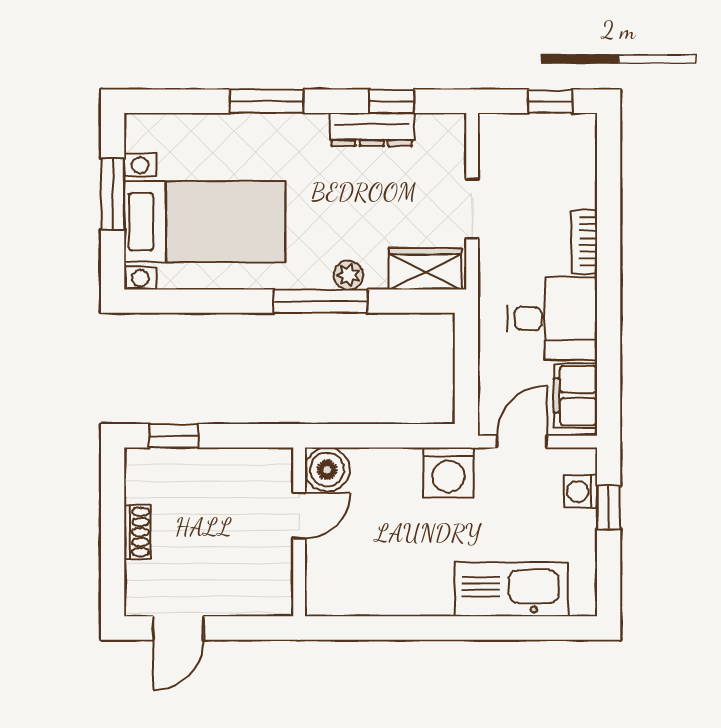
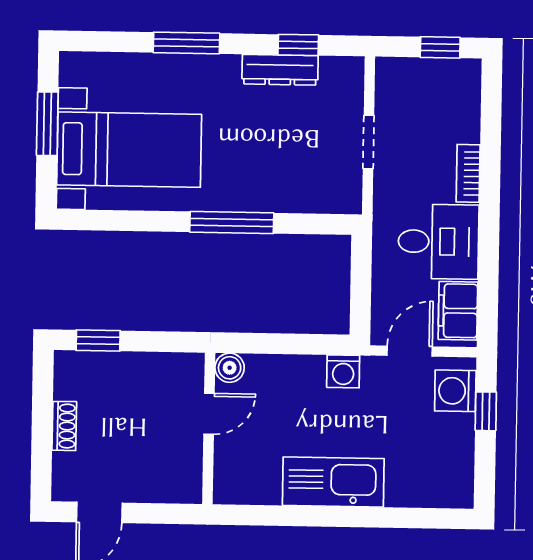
wardrobe: (425, 269) -> (326, 195), removed
plant: (348, 275) -> (257, 200), removed
boiler: (327, 470) -> (230, 368), width x0.73, depth x0.73
washing machine: (448, 472) -> (343, 371), width x0.73, depth x0.73
washing machine: (580, 491) -> (455, 391), width x1.38, depth x1.38
kitchen sink: (511, 589) -> (333, 482), moved

